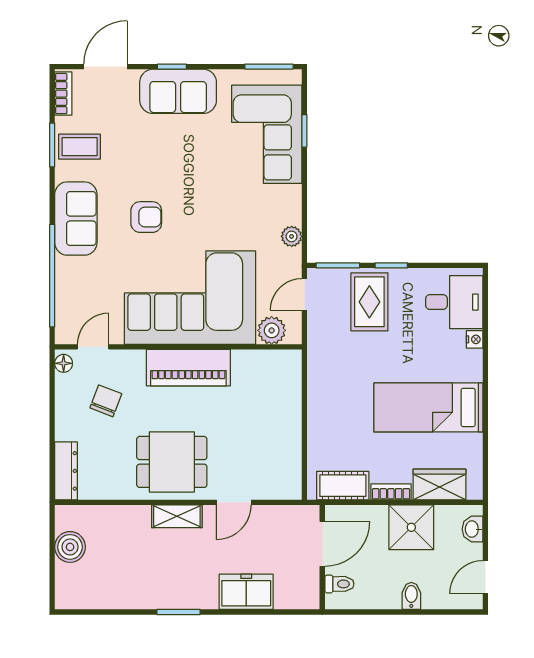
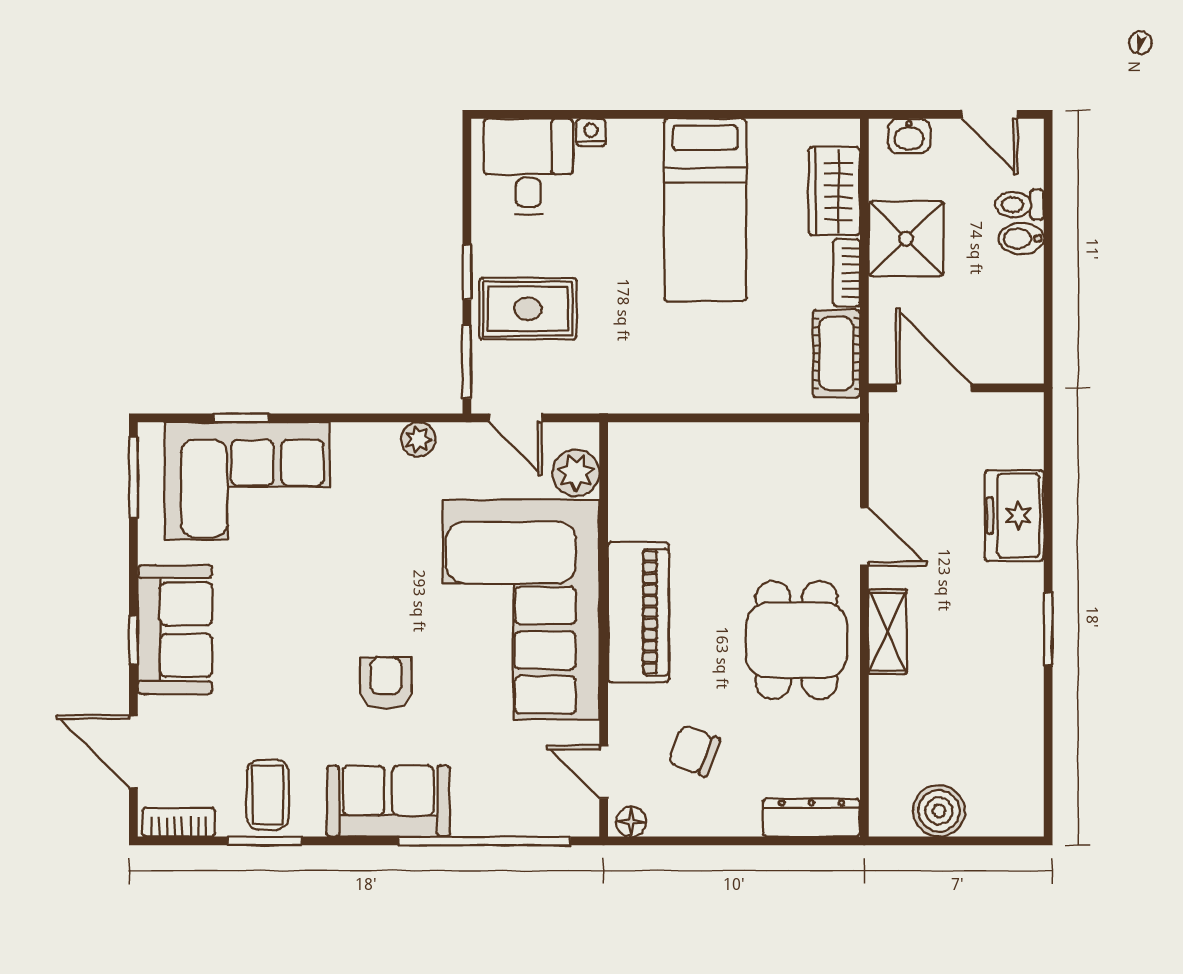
toilet: (339, 584) -> (1019, 205), moved, turned -90

